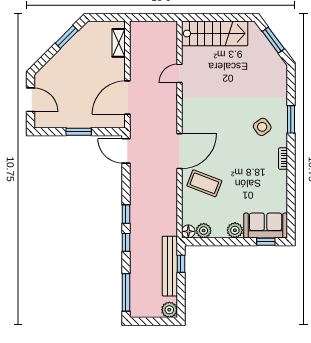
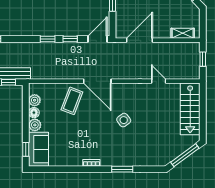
window: (152, 17) -> (203, 59), added
window: (273, 40) -> (185, 155), width x1.44
door: (127, 98) -> (140, 40), hinge flipped
side table: (262, 127) -> (124, 120), moved
floor lamp: (188, 231) -> (34, 113), moved
window: (126, 242) -> (70, 39), moved

